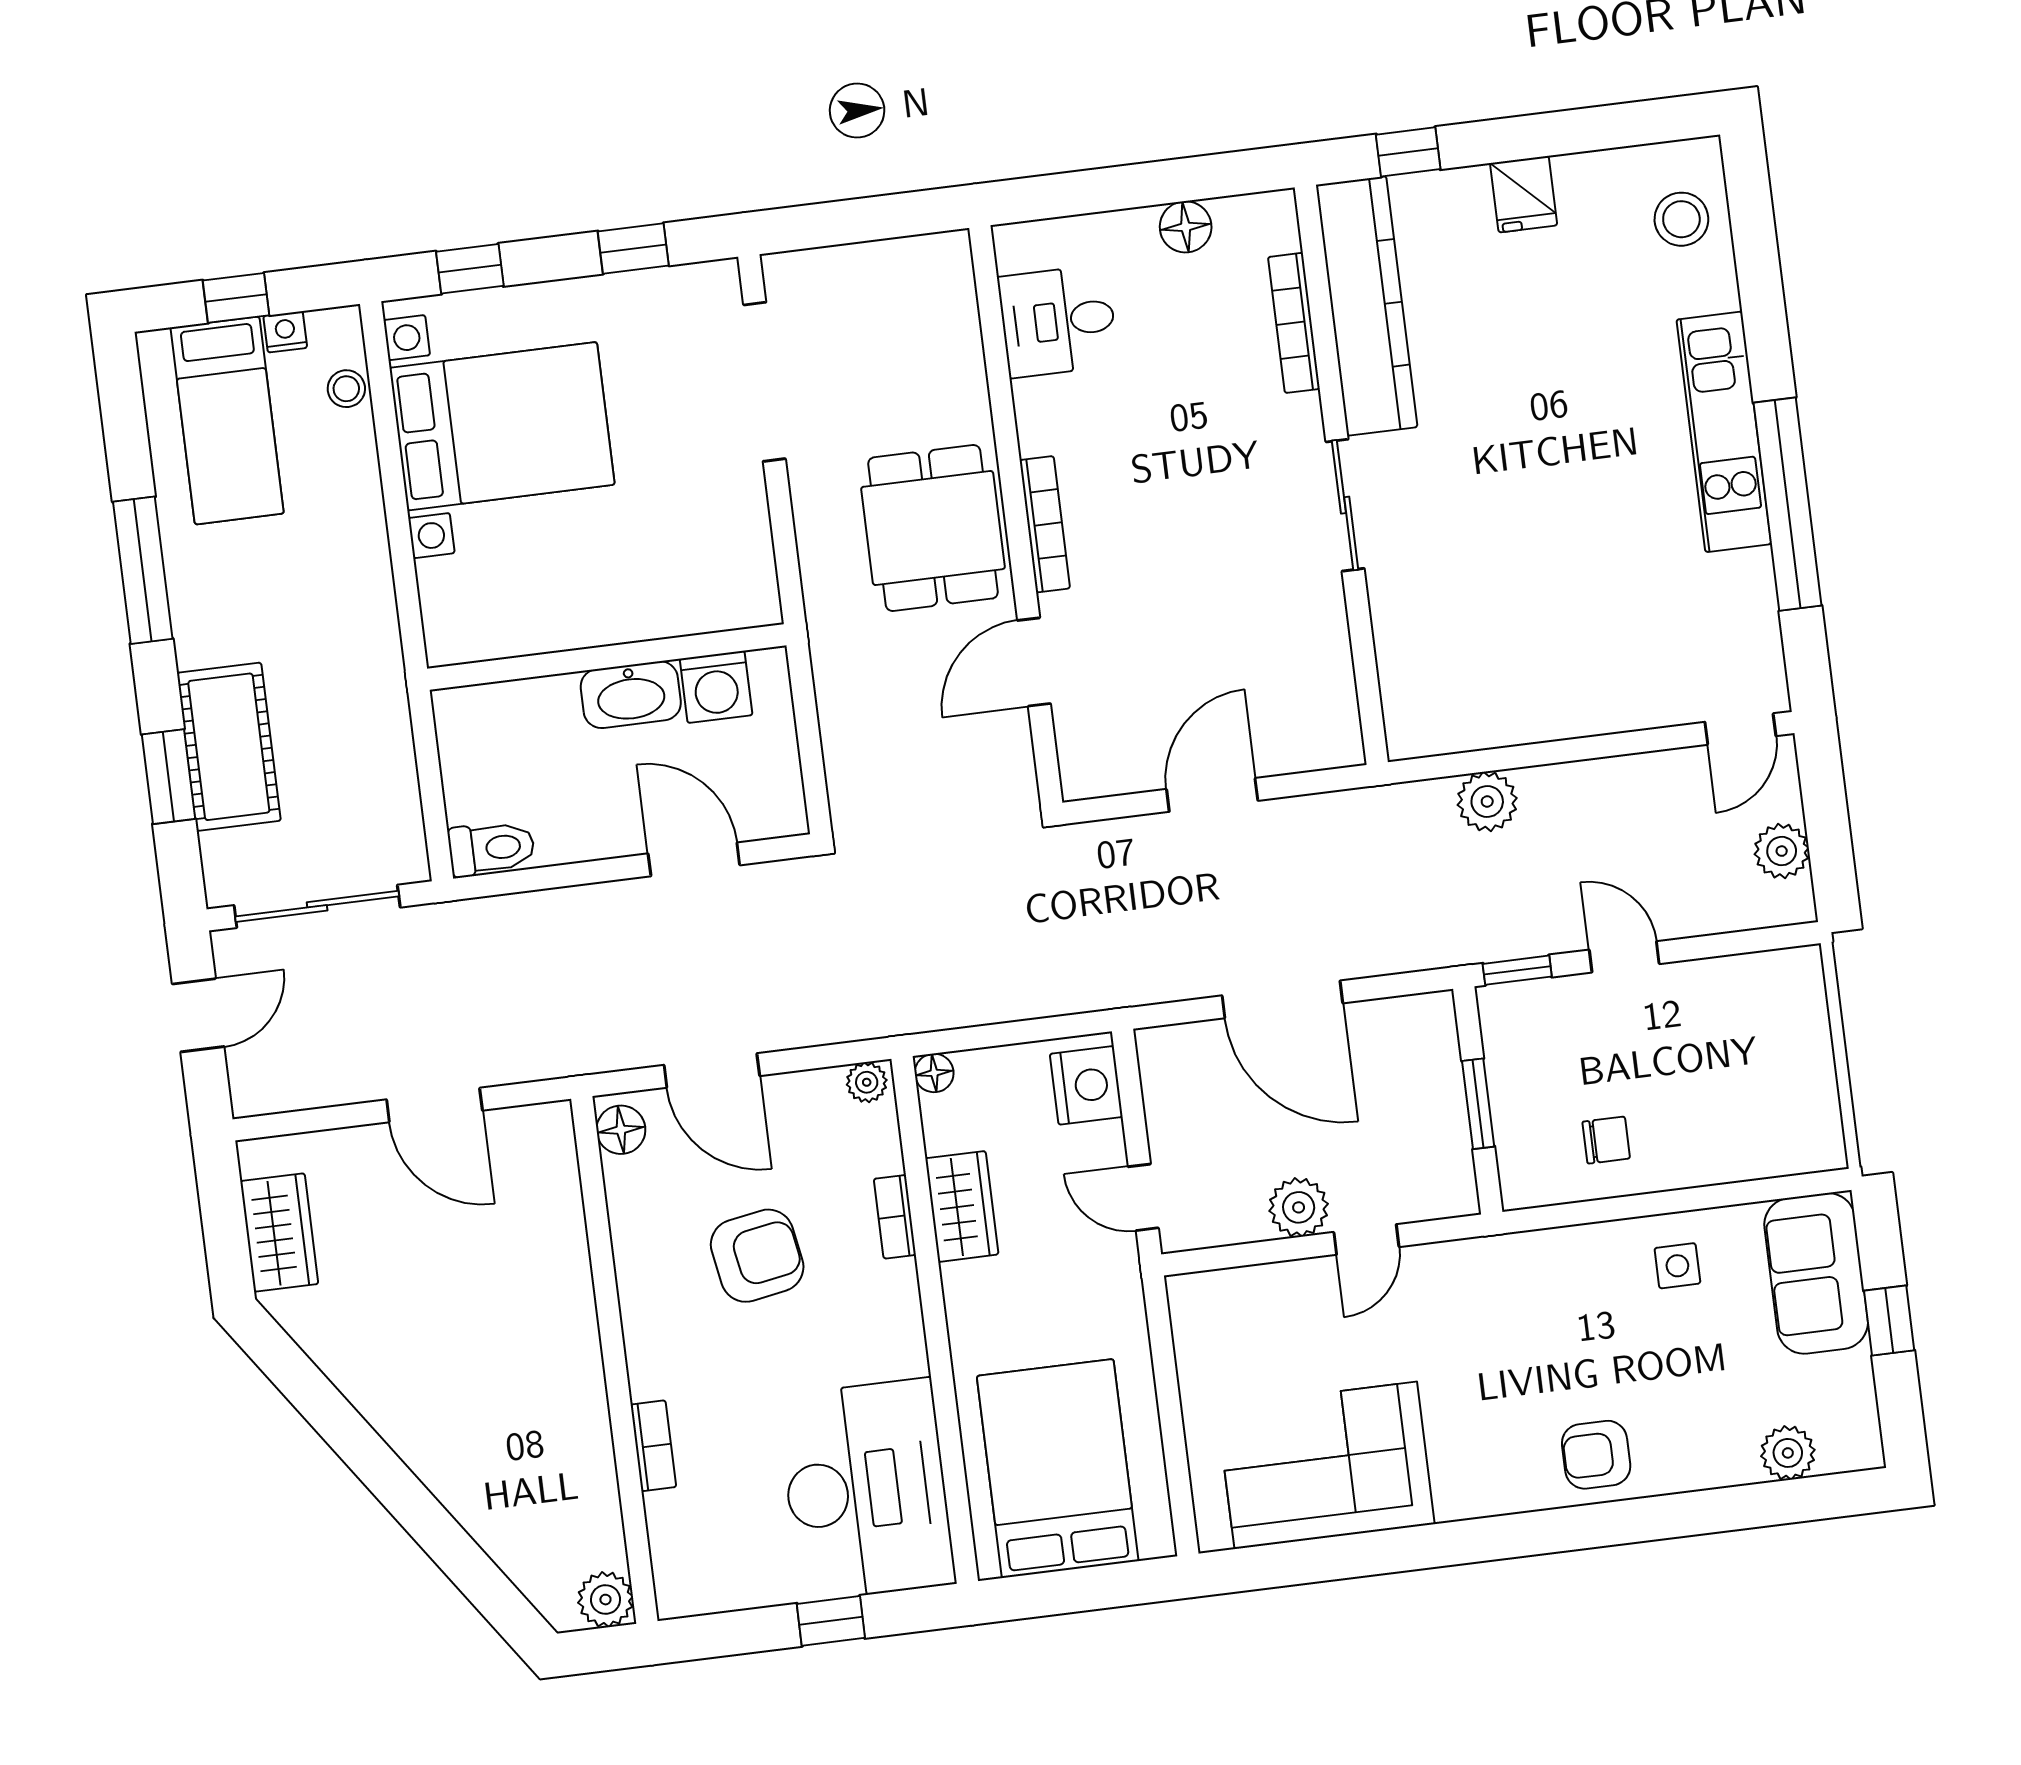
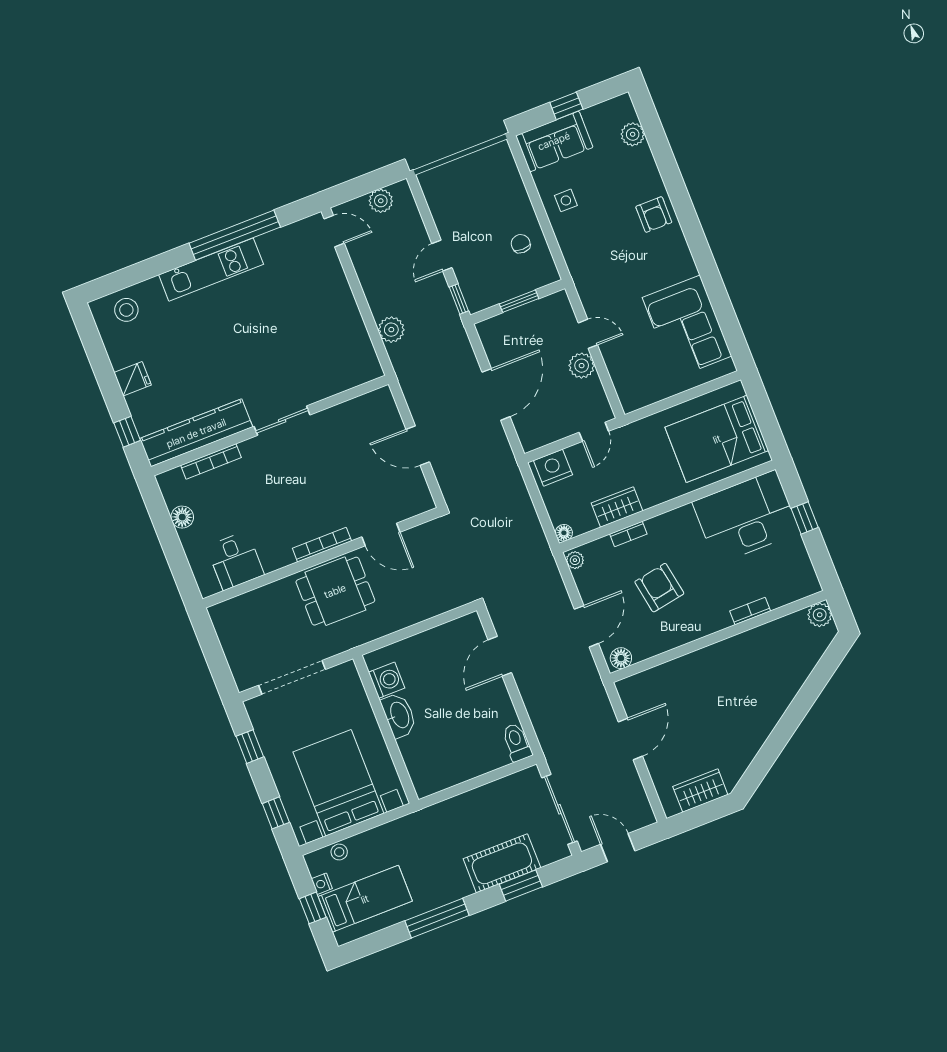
wall: (607, 657) -> (386, 729), moved
washing machine: (716, 687) -> (387, 680), moved
washbasin: (631, 695) -> (399, 715), moved

